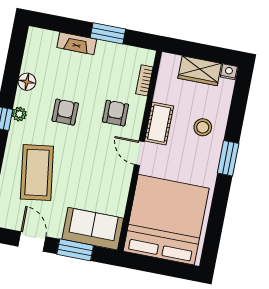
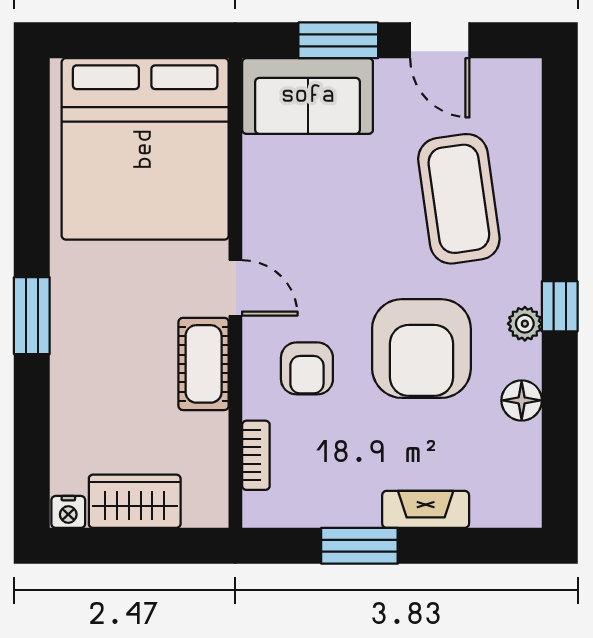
armchair: (65, 112) -> (421, 349), width x1.88, depth x1.88
stool: (203, 127) -> (103, 375), removed

